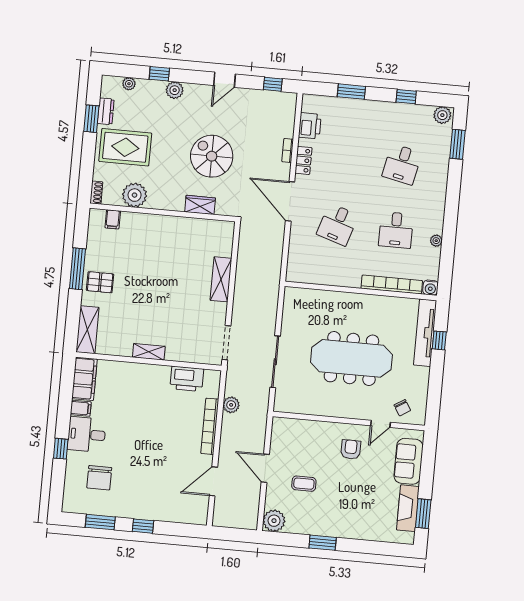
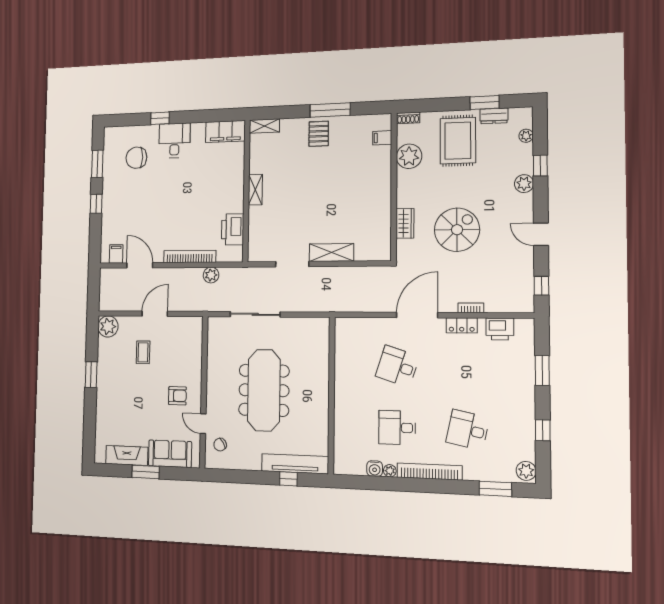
bookcase: (392, 284) -> (429, 472), moved, turned -90
water cooler: (430, 288) -> (375, 469), moved, turned -90
shelving: (87, 330) -> (264, 126), width x0.67, depth x0.75
doorway: (226, 343) -> (292, 264), moved
filing cabinet: (81, 408) -> (116, 254), moved, turned 180
window: (423, 514) -> (146, 472), moved

